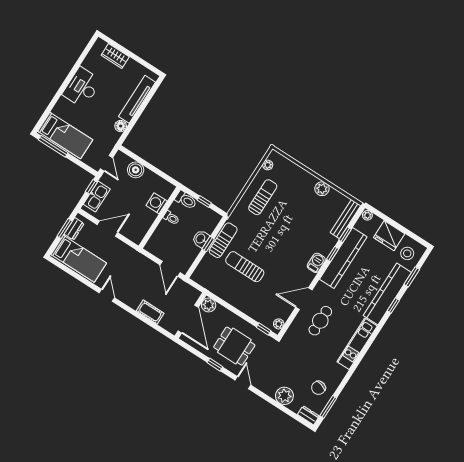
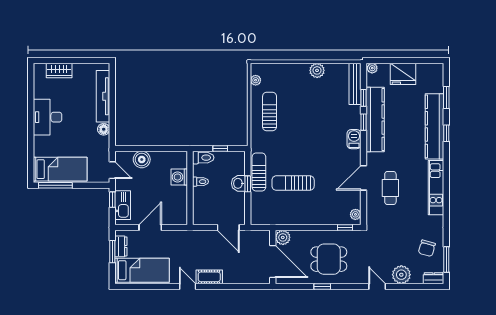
stool: (407, 253) -> (429, 79), removed
cot: (150, 312) -> (209, 277), moved
door: (243, 383) -> (377, 287), moved

